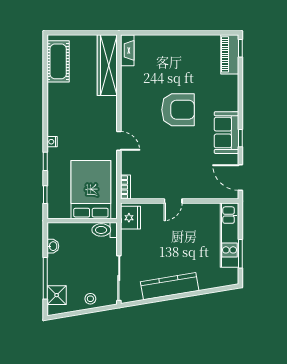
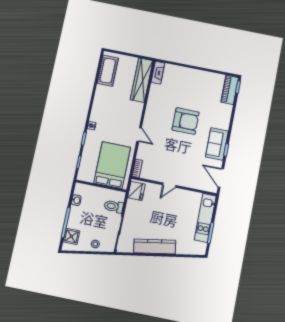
toilet: (105, 230) -> (114, 206), moved

